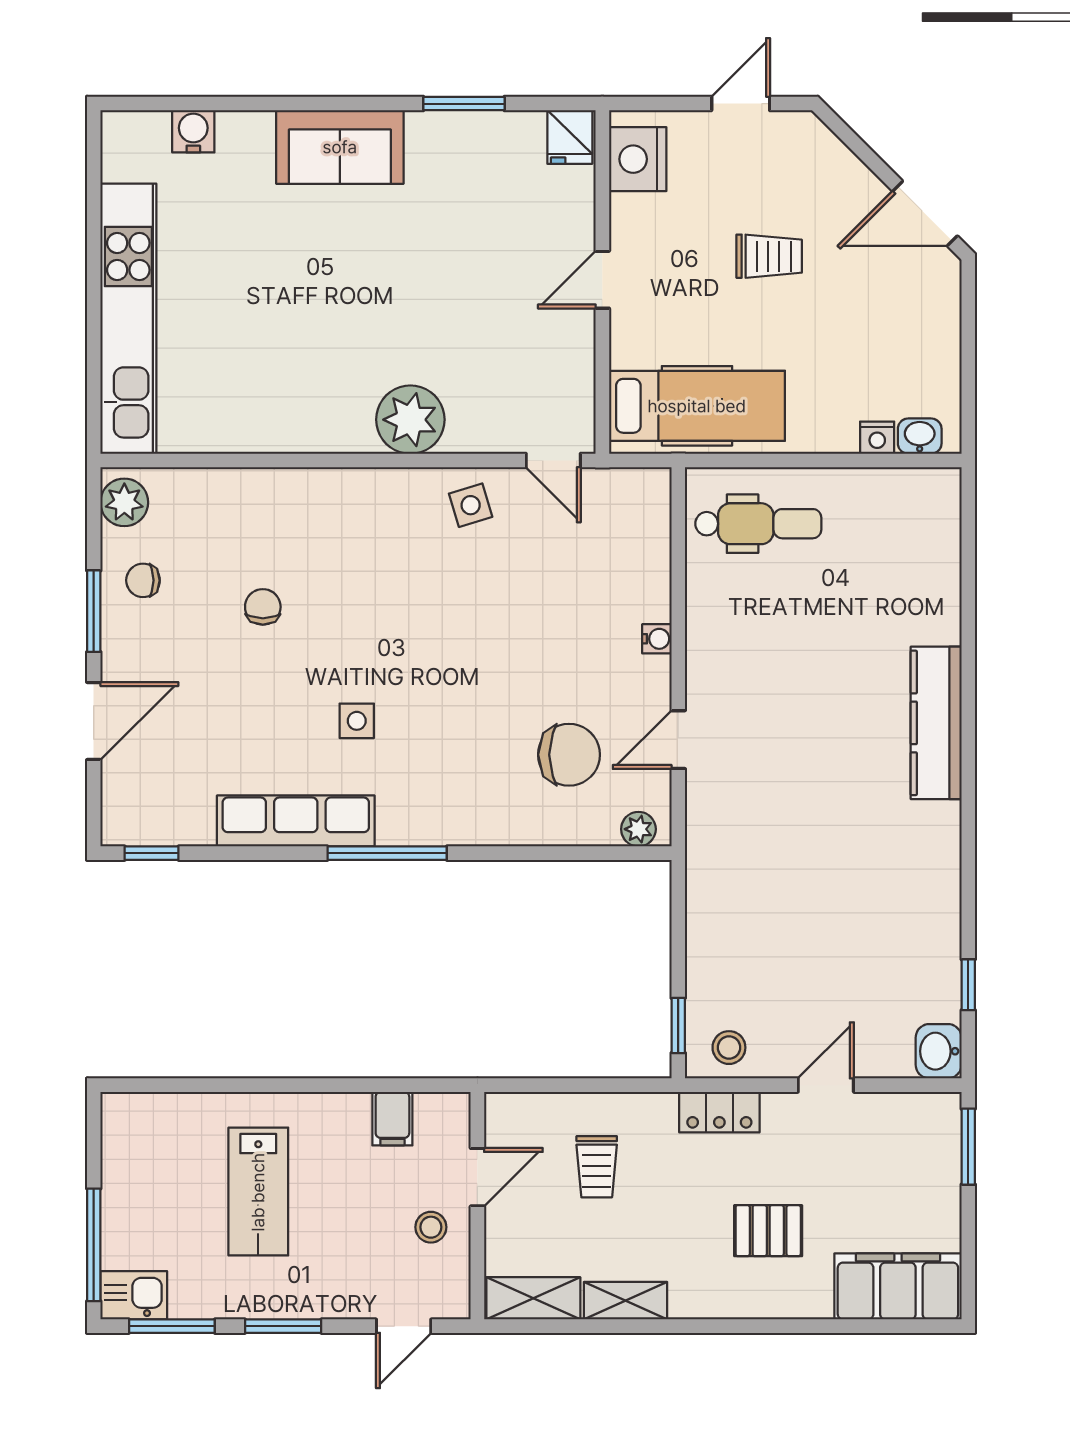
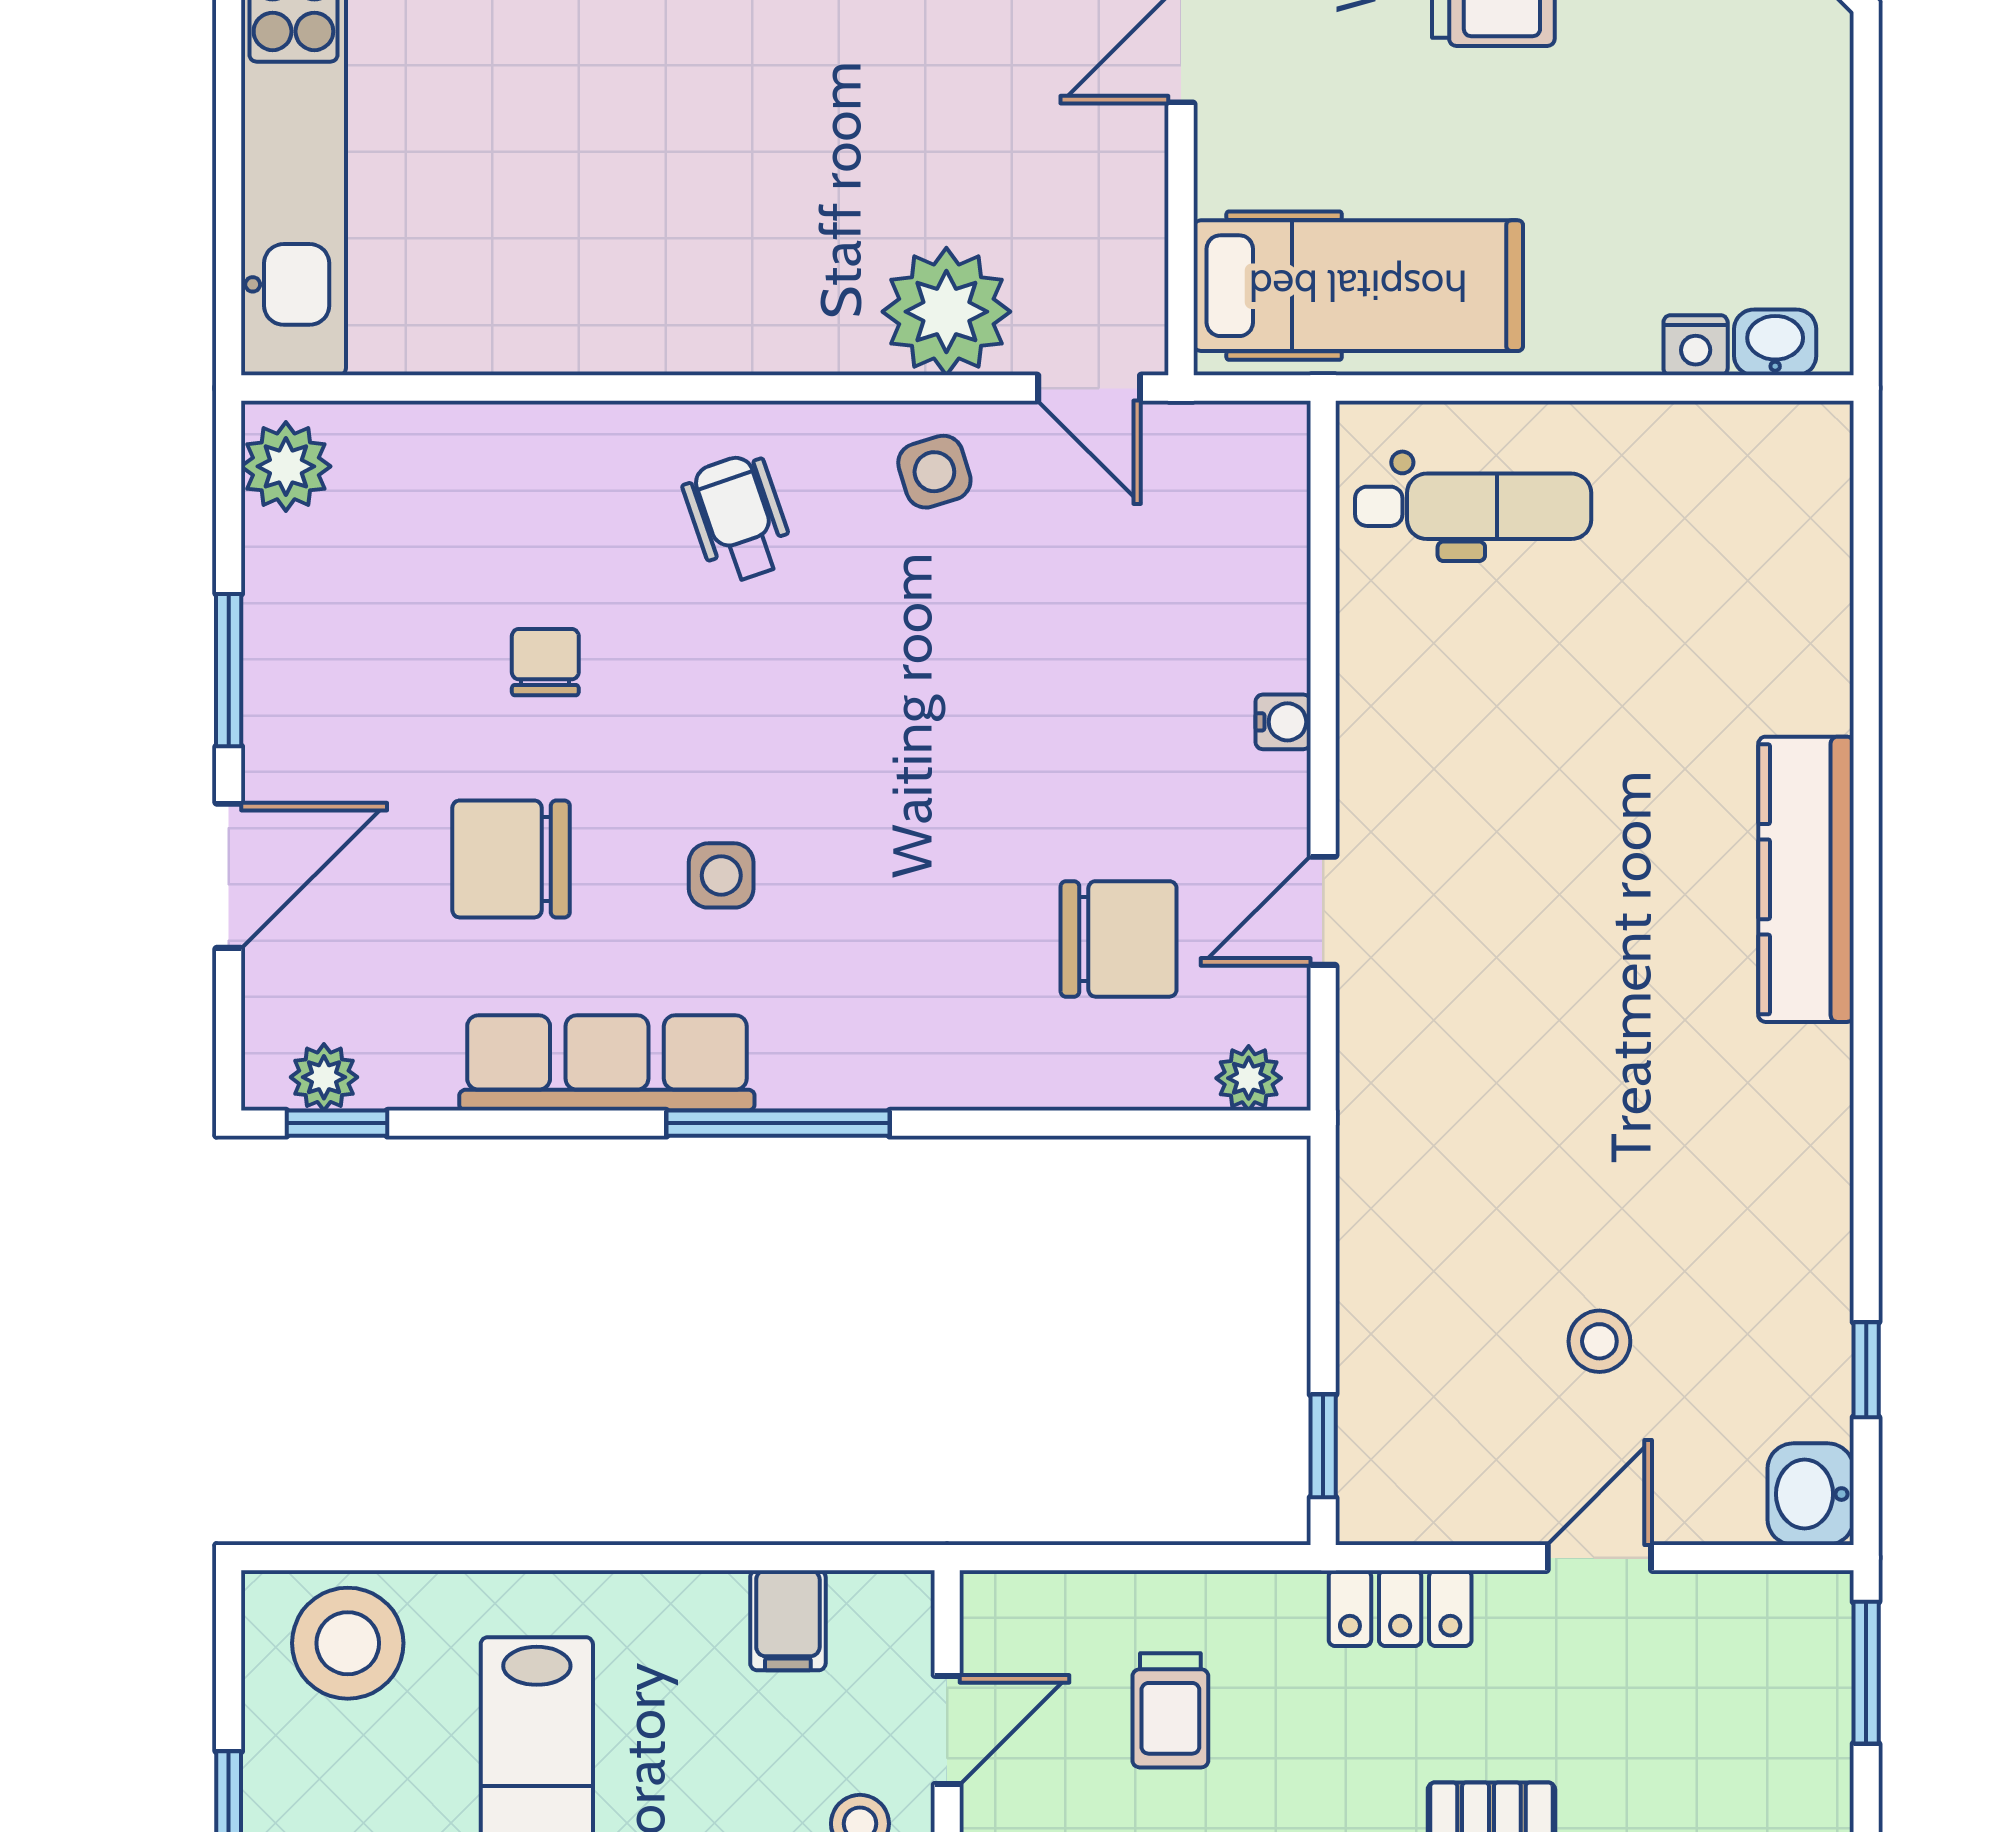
plant: (410, 420) -> (946, 312), moved
wheelchair: (366, 530) -> (738, 518), added
chair: (143, 580) -> (511, 859), moved, width x1.87, depth x1.87
plant: (145, 829) -> (324, 1077), added
stool: (729, 1048) -> (1599, 1341), moved
stool: (157, 1131) -> (348, 1643), added

